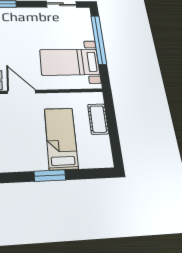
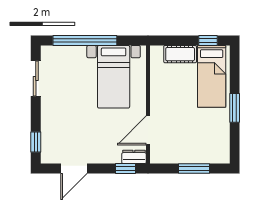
bed: (61, 138) -> (212, 76), moved, turned -90
window: (115, 145) -> (208, 40), added

